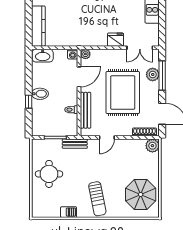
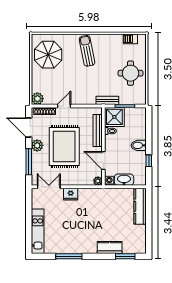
washbasin: (43, 56) -> (124, 180), moved
plant: (153, 74) -> (37, 145), moved
door: (79, 77) -> (103, 161), hinge flipped
window: (29, 102) -> (149, 161), moved
shower: (67, 125) -> (114, 117), added
door: (107, 137) -> (64, 106), moved
barbecue: (69, 212) -> (130, 39), moved

